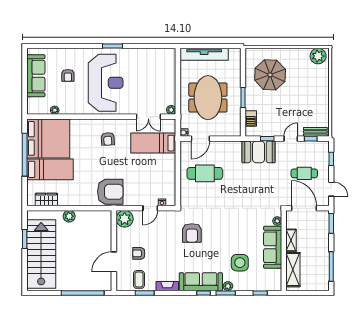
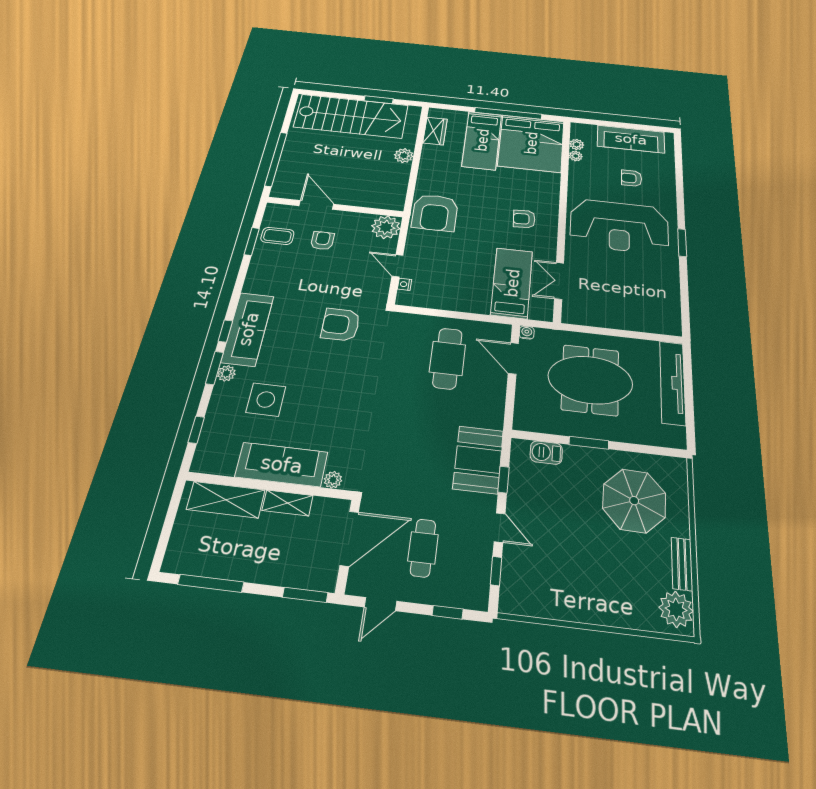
plant: (171, 110) -> (577, 144), moved
bench: (315, 132) -> (682, 564), moved
fireplace: (167, 286) -> (254, 276), removed

